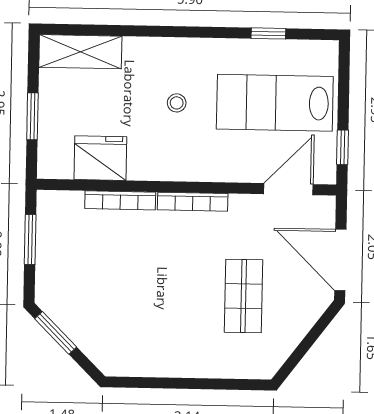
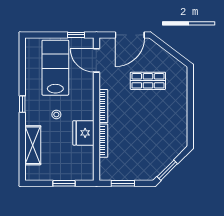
window: (268, 33) -> (22, 104), moved
shelving: (80, 52) -> (33, 145), moved
lab bench: (275, 103) -> (55, 68), turned 180
fridge: (100, 158) -> (83, 133), moved

